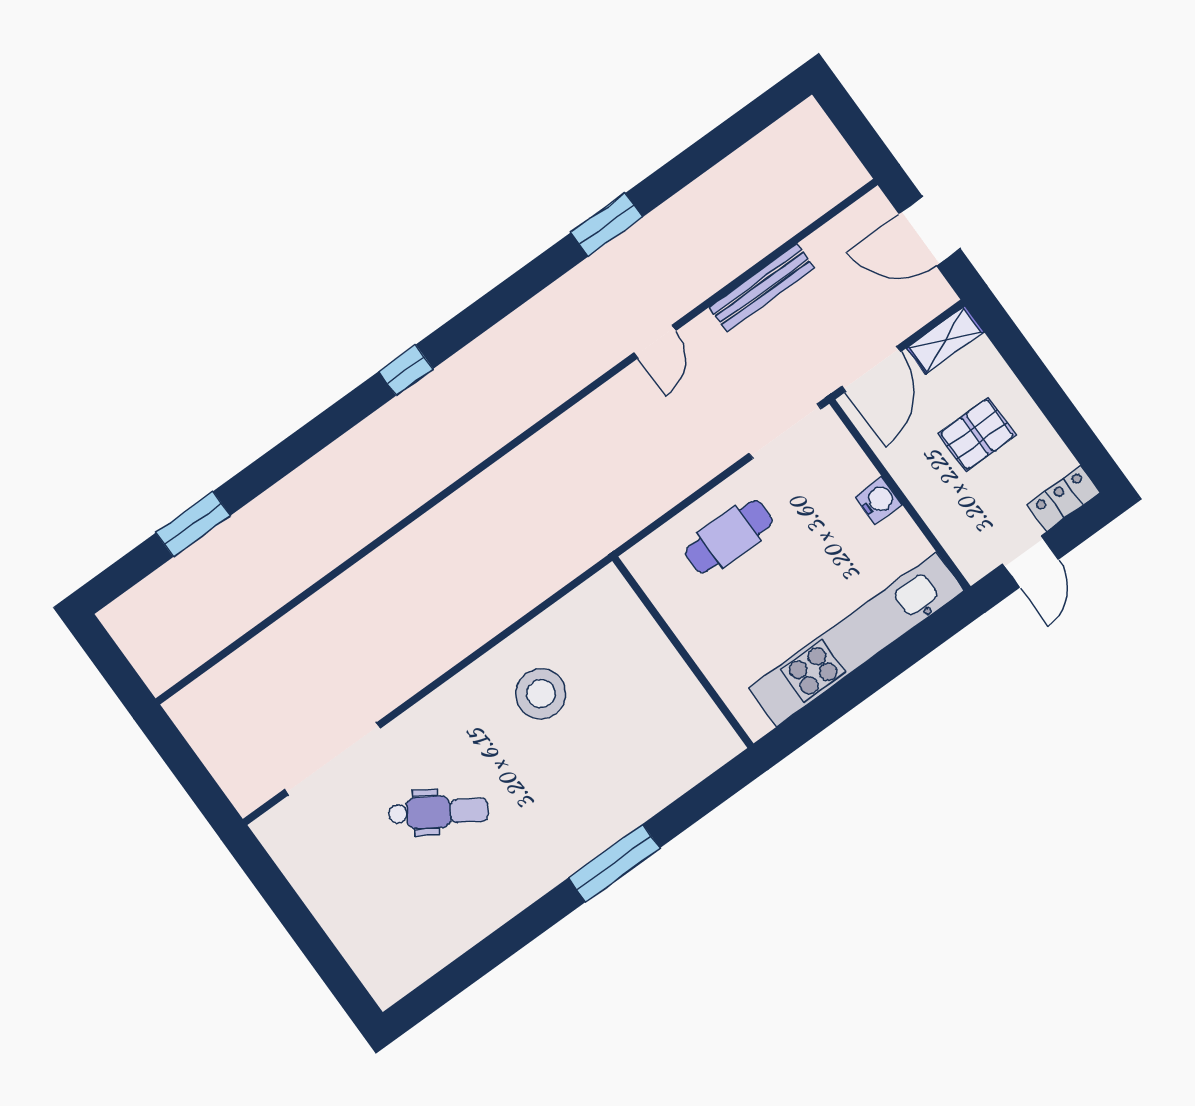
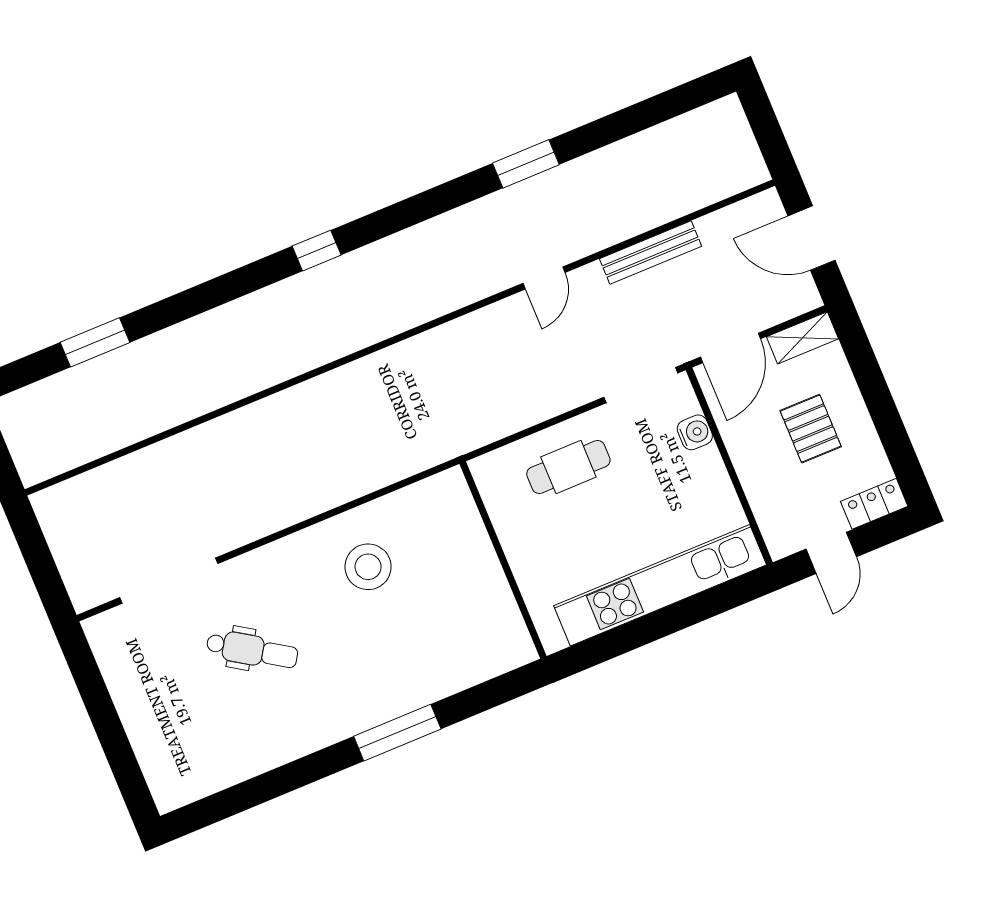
pallet: (977, 434) -> (811, 429), turned 90
water cooler: (878, 501) -> (695, 432), moved

